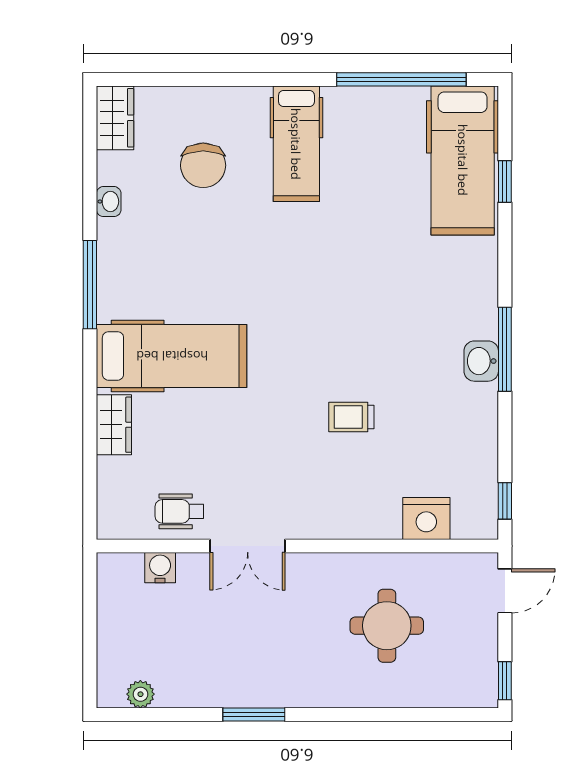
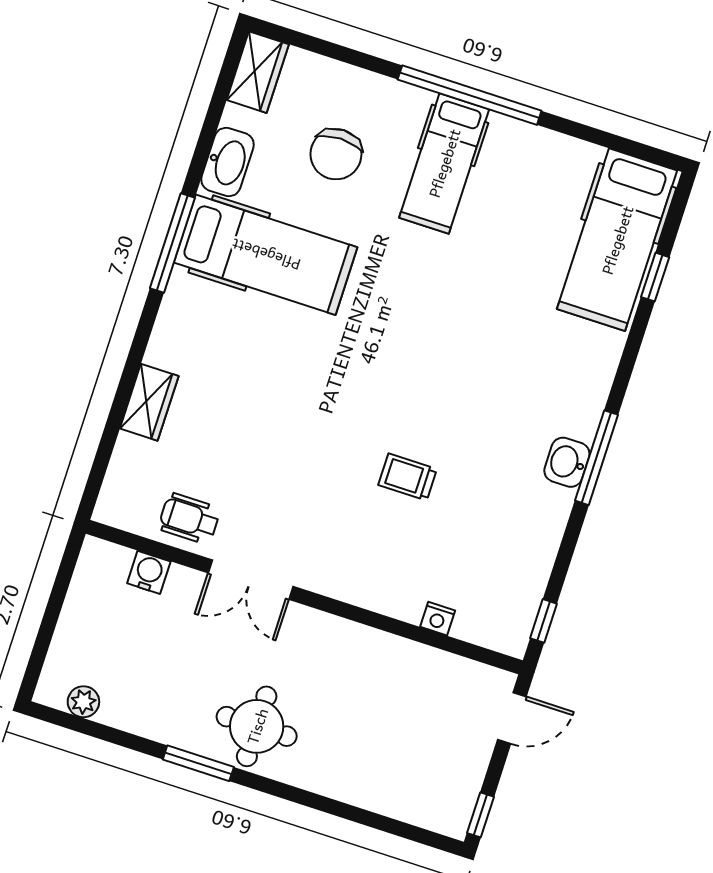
window: (401, 79) -> (470, 95), moved
washbasin: (109, 202) -> (228, 162), width x1.91, depth x1.45
hospital bed: (172, 356) -> (266, 255), moved
nightstand: (426, 518) -> (438, 619), width x0.53, depth x0.56
round table: (387, 626) -> (257, 726), moved

